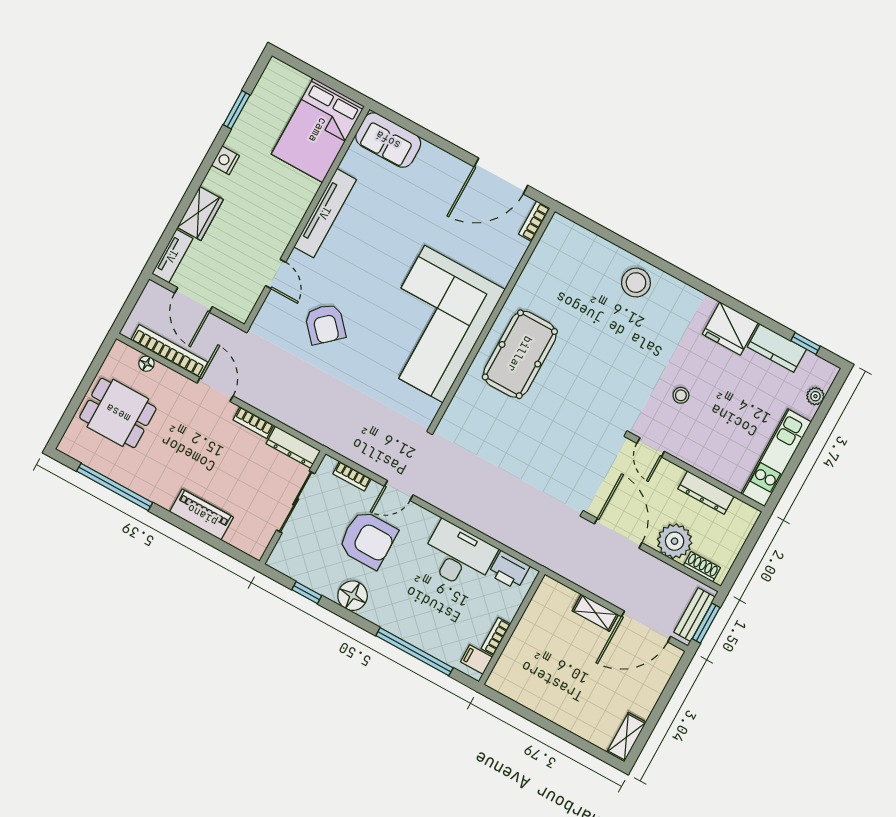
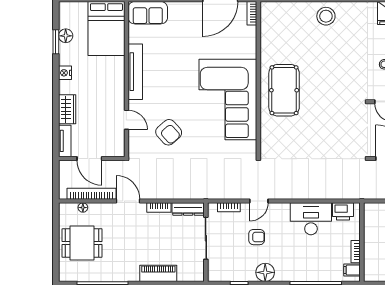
floor lamp: (255, 109) -> (66, 36), added
armchair: (368, 539) -> (257, 237), width x0.53, depth x0.53

